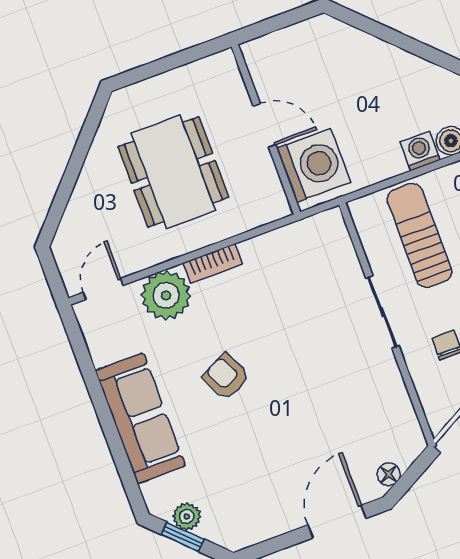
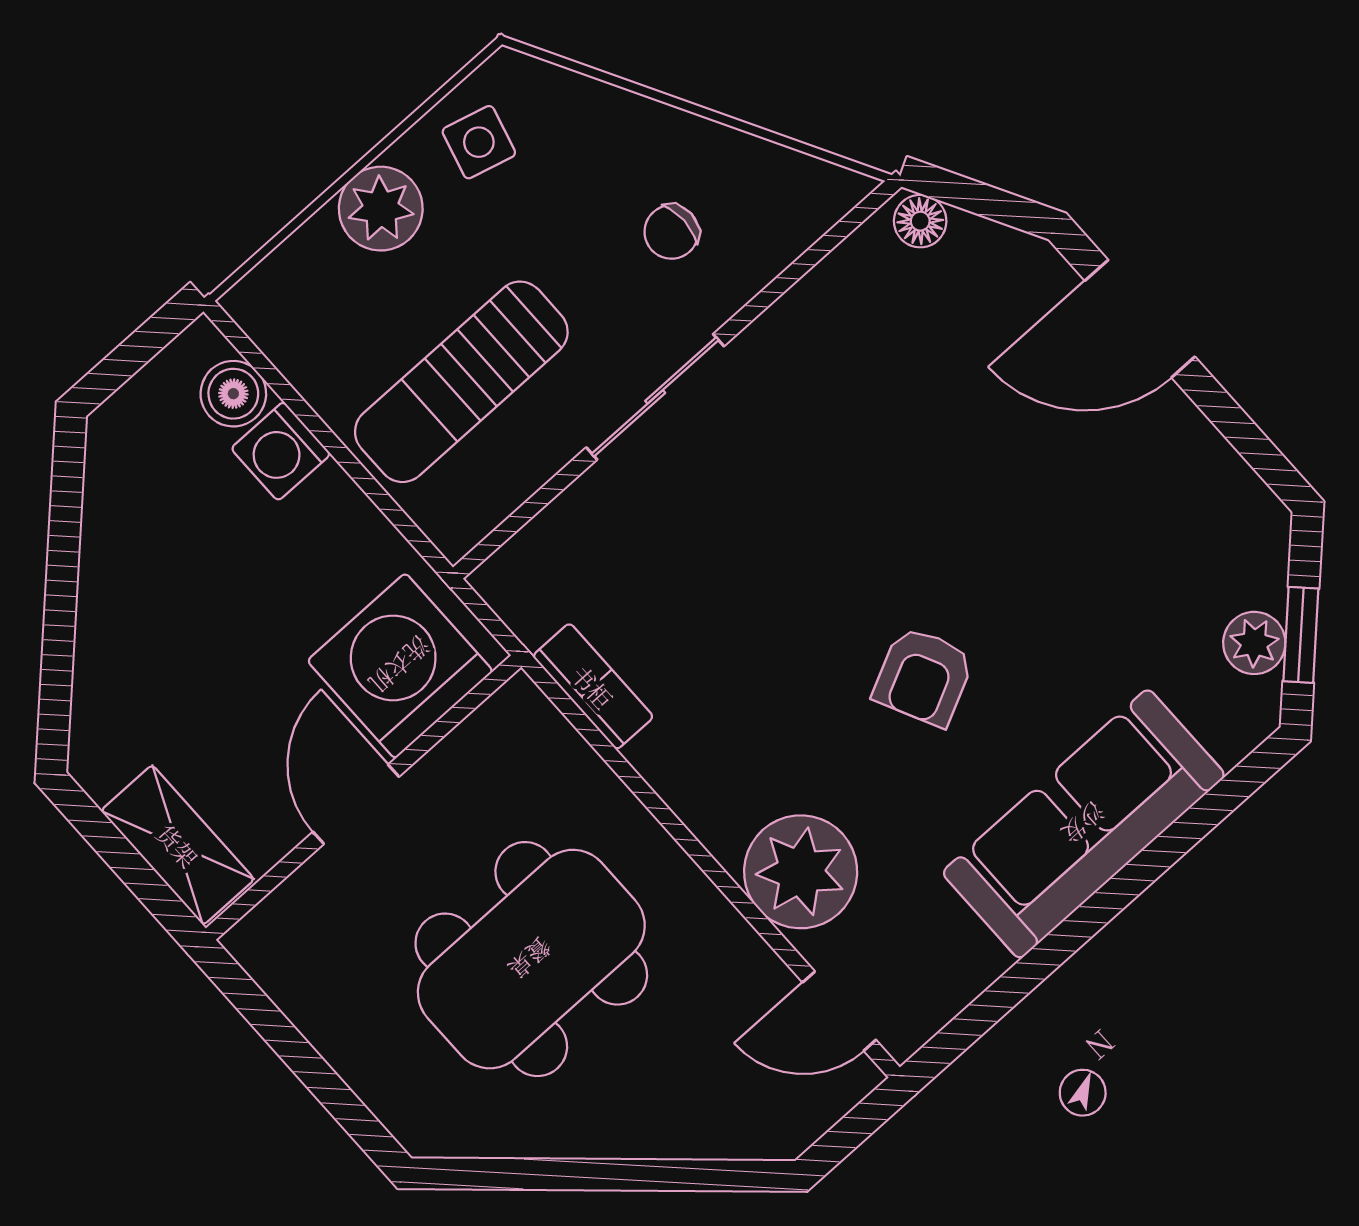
shelving: (276, 46) -> (178, 845), added
bookcase: (213, 263) -> (593, 686), moved
floor lamp: (389, 474) -> (920, 221), moved

